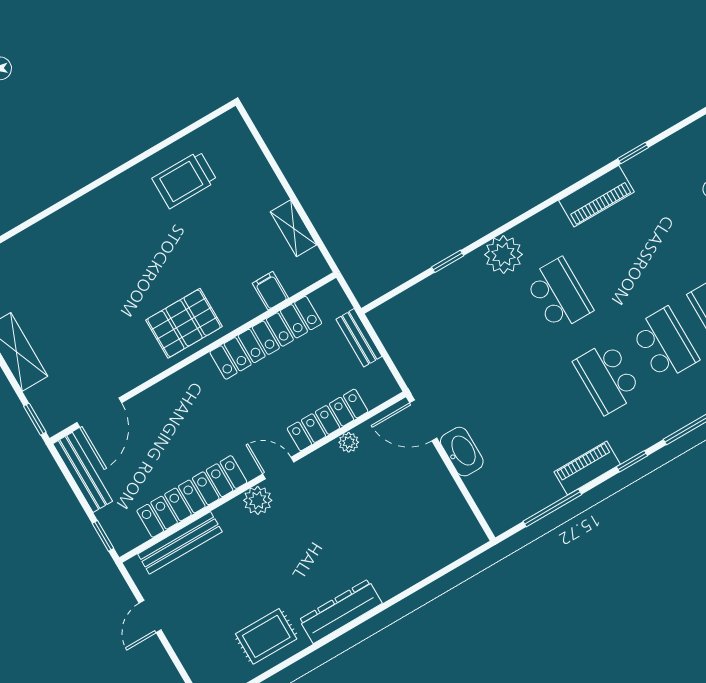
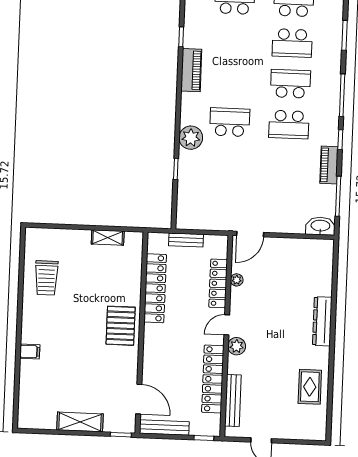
filing cabinet: (270, 291) -> (30, 352), moved, turned 180
washbasin: (462, 452) -> (320, 226), moved
dresser: (341, 611) -> (322, 321), moved

